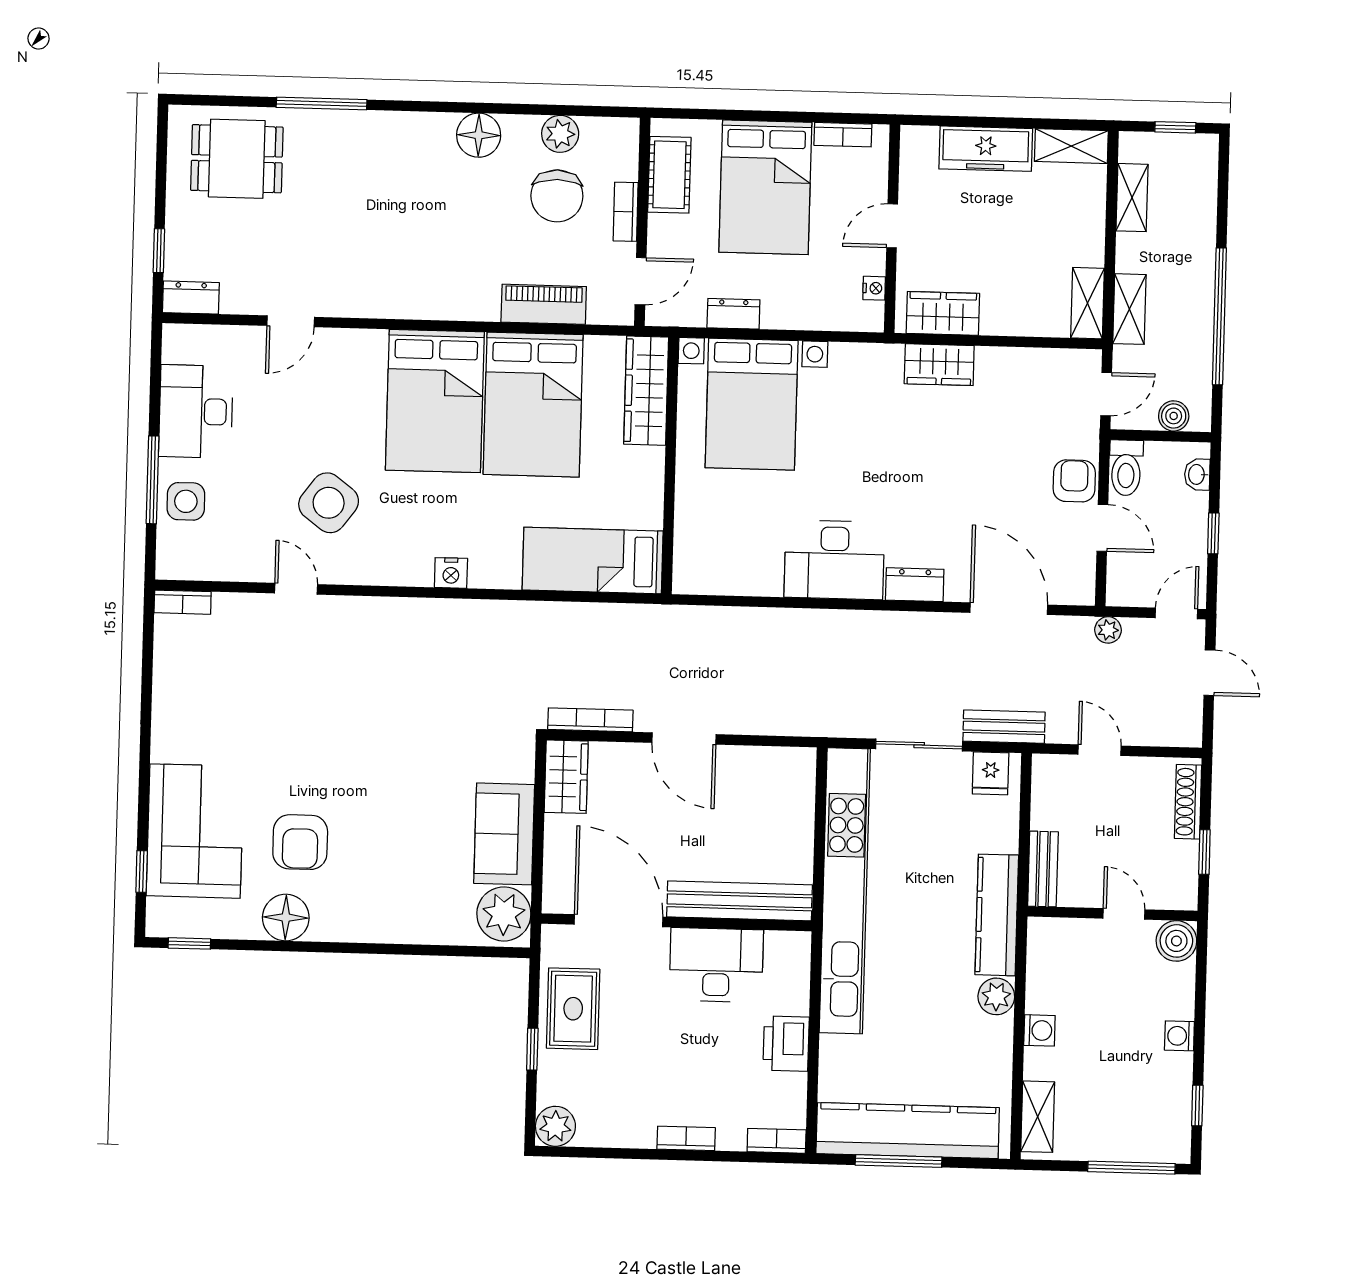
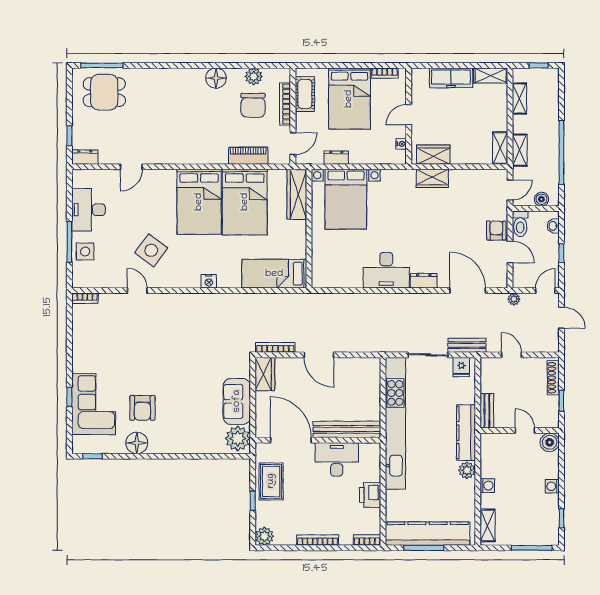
window: (322, 103) -> (102, 65), moved
bookcase: (626, 212) -> (285, 104), width x1.56
window: (142, 871) -> (69, 397), moved
bookcase: (686, 1138) -> (318, 540), width x1.56

